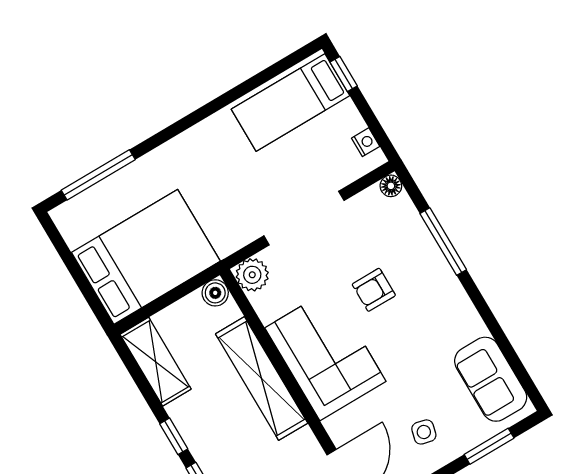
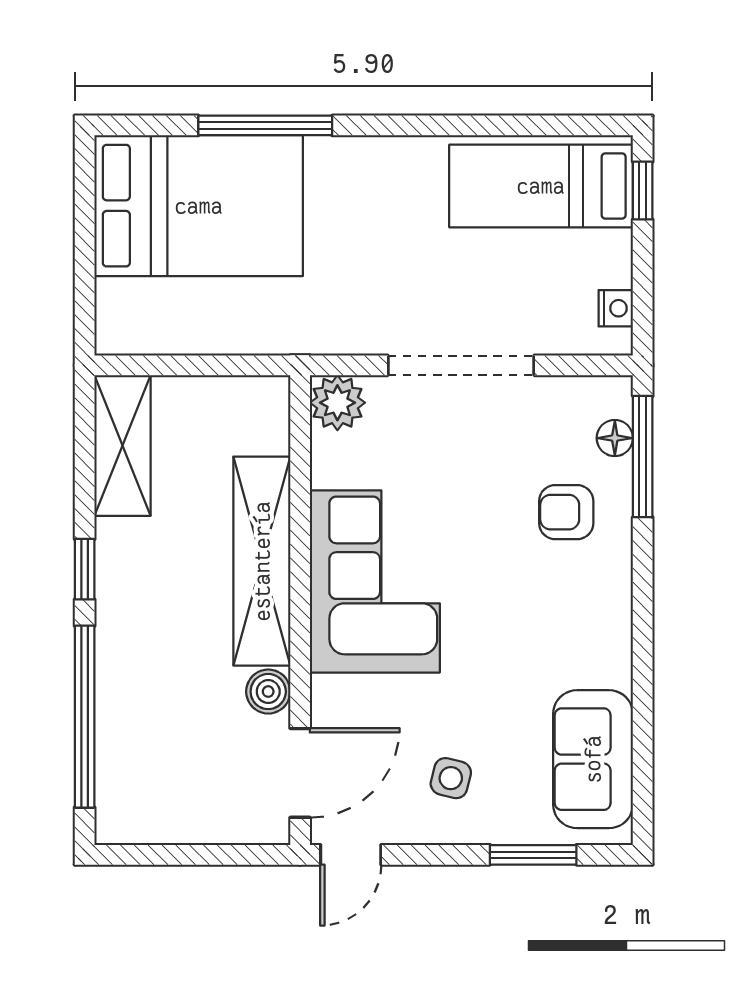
window: (98, 175) -> (265, 125), moved
floor lamp: (391, 186) -> (615, 438), moved
window: (443, 242) -> (643, 457), moved
bed: (146, 257) -> (199, 206), moved
armchair: (374, 290) -> (566, 512), moved
boiler: (215, 293) -> (268, 692), moved

